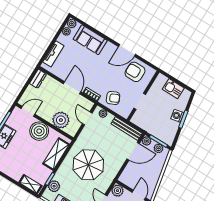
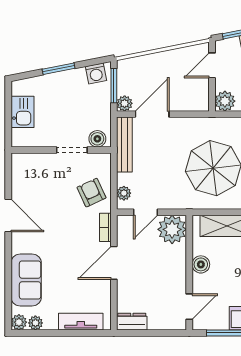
armchair: (135, 72) -> (33, 184), removed
door: (28, 111) -> (189, 307), swing flipped
washing machine: (177, 116) -> (96, 74), moved
boiler: (138, 117) -> (97, 139), added
plant: (61, 120) -> (172, 229), moved
boiler: (39, 131) -> (201, 264), width x0.54, depth x0.54
plant: (158, 148) -> (125, 79), removed
door: (133, 151) -> (152, 114), hinge flipped

